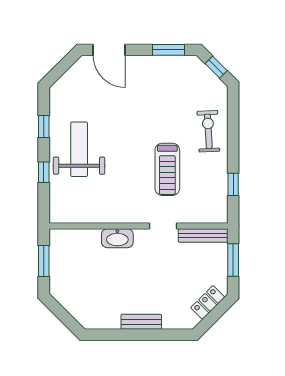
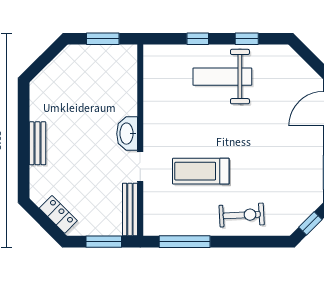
weight bench: (79, 149) -> (222, 77), turned 180
window: (233, 184) -> (185, 242), width x2.17
washbasin: (117, 238) -> (127, 134), moved

